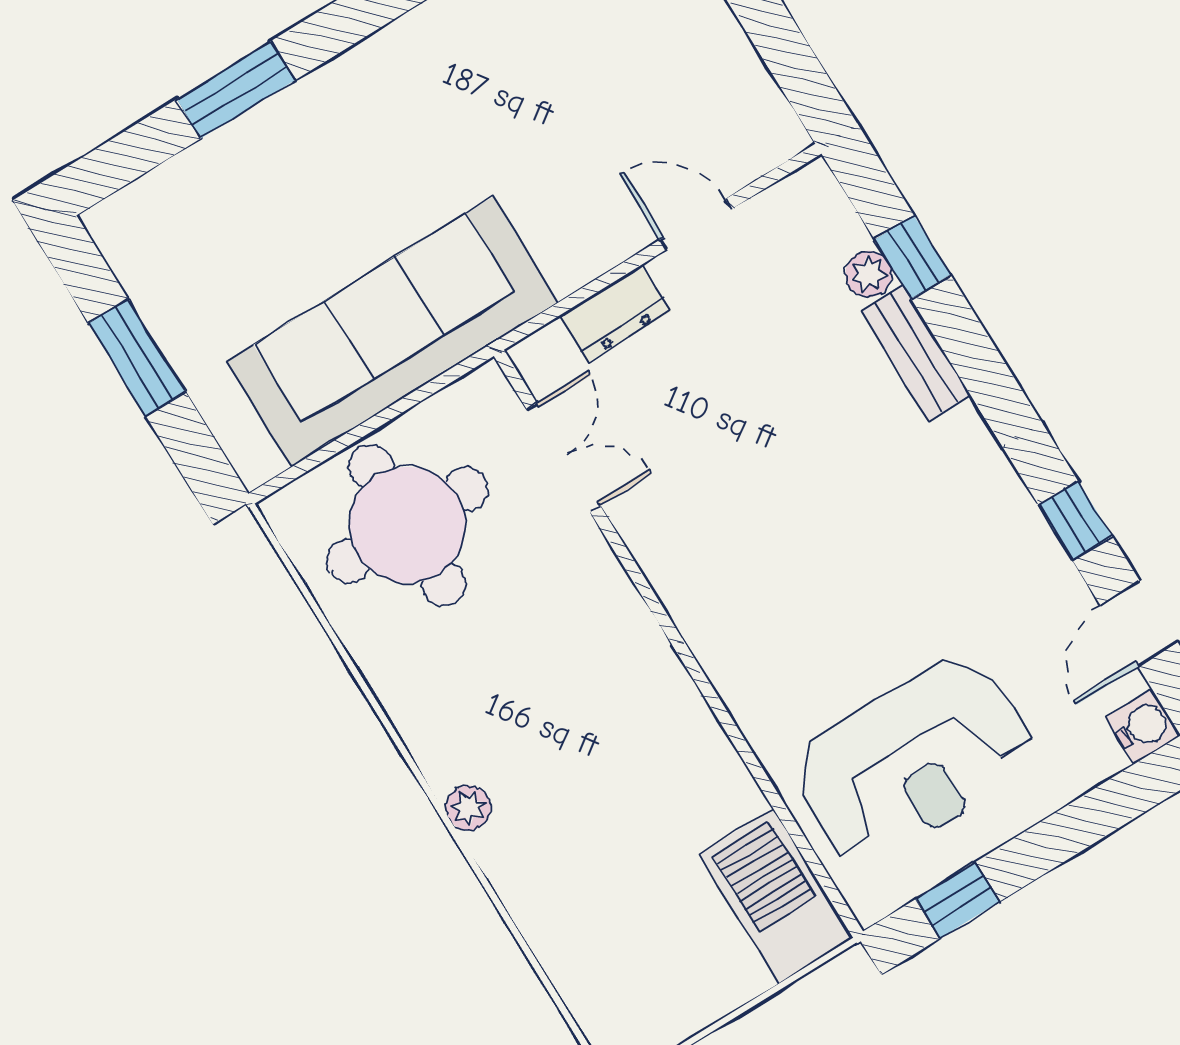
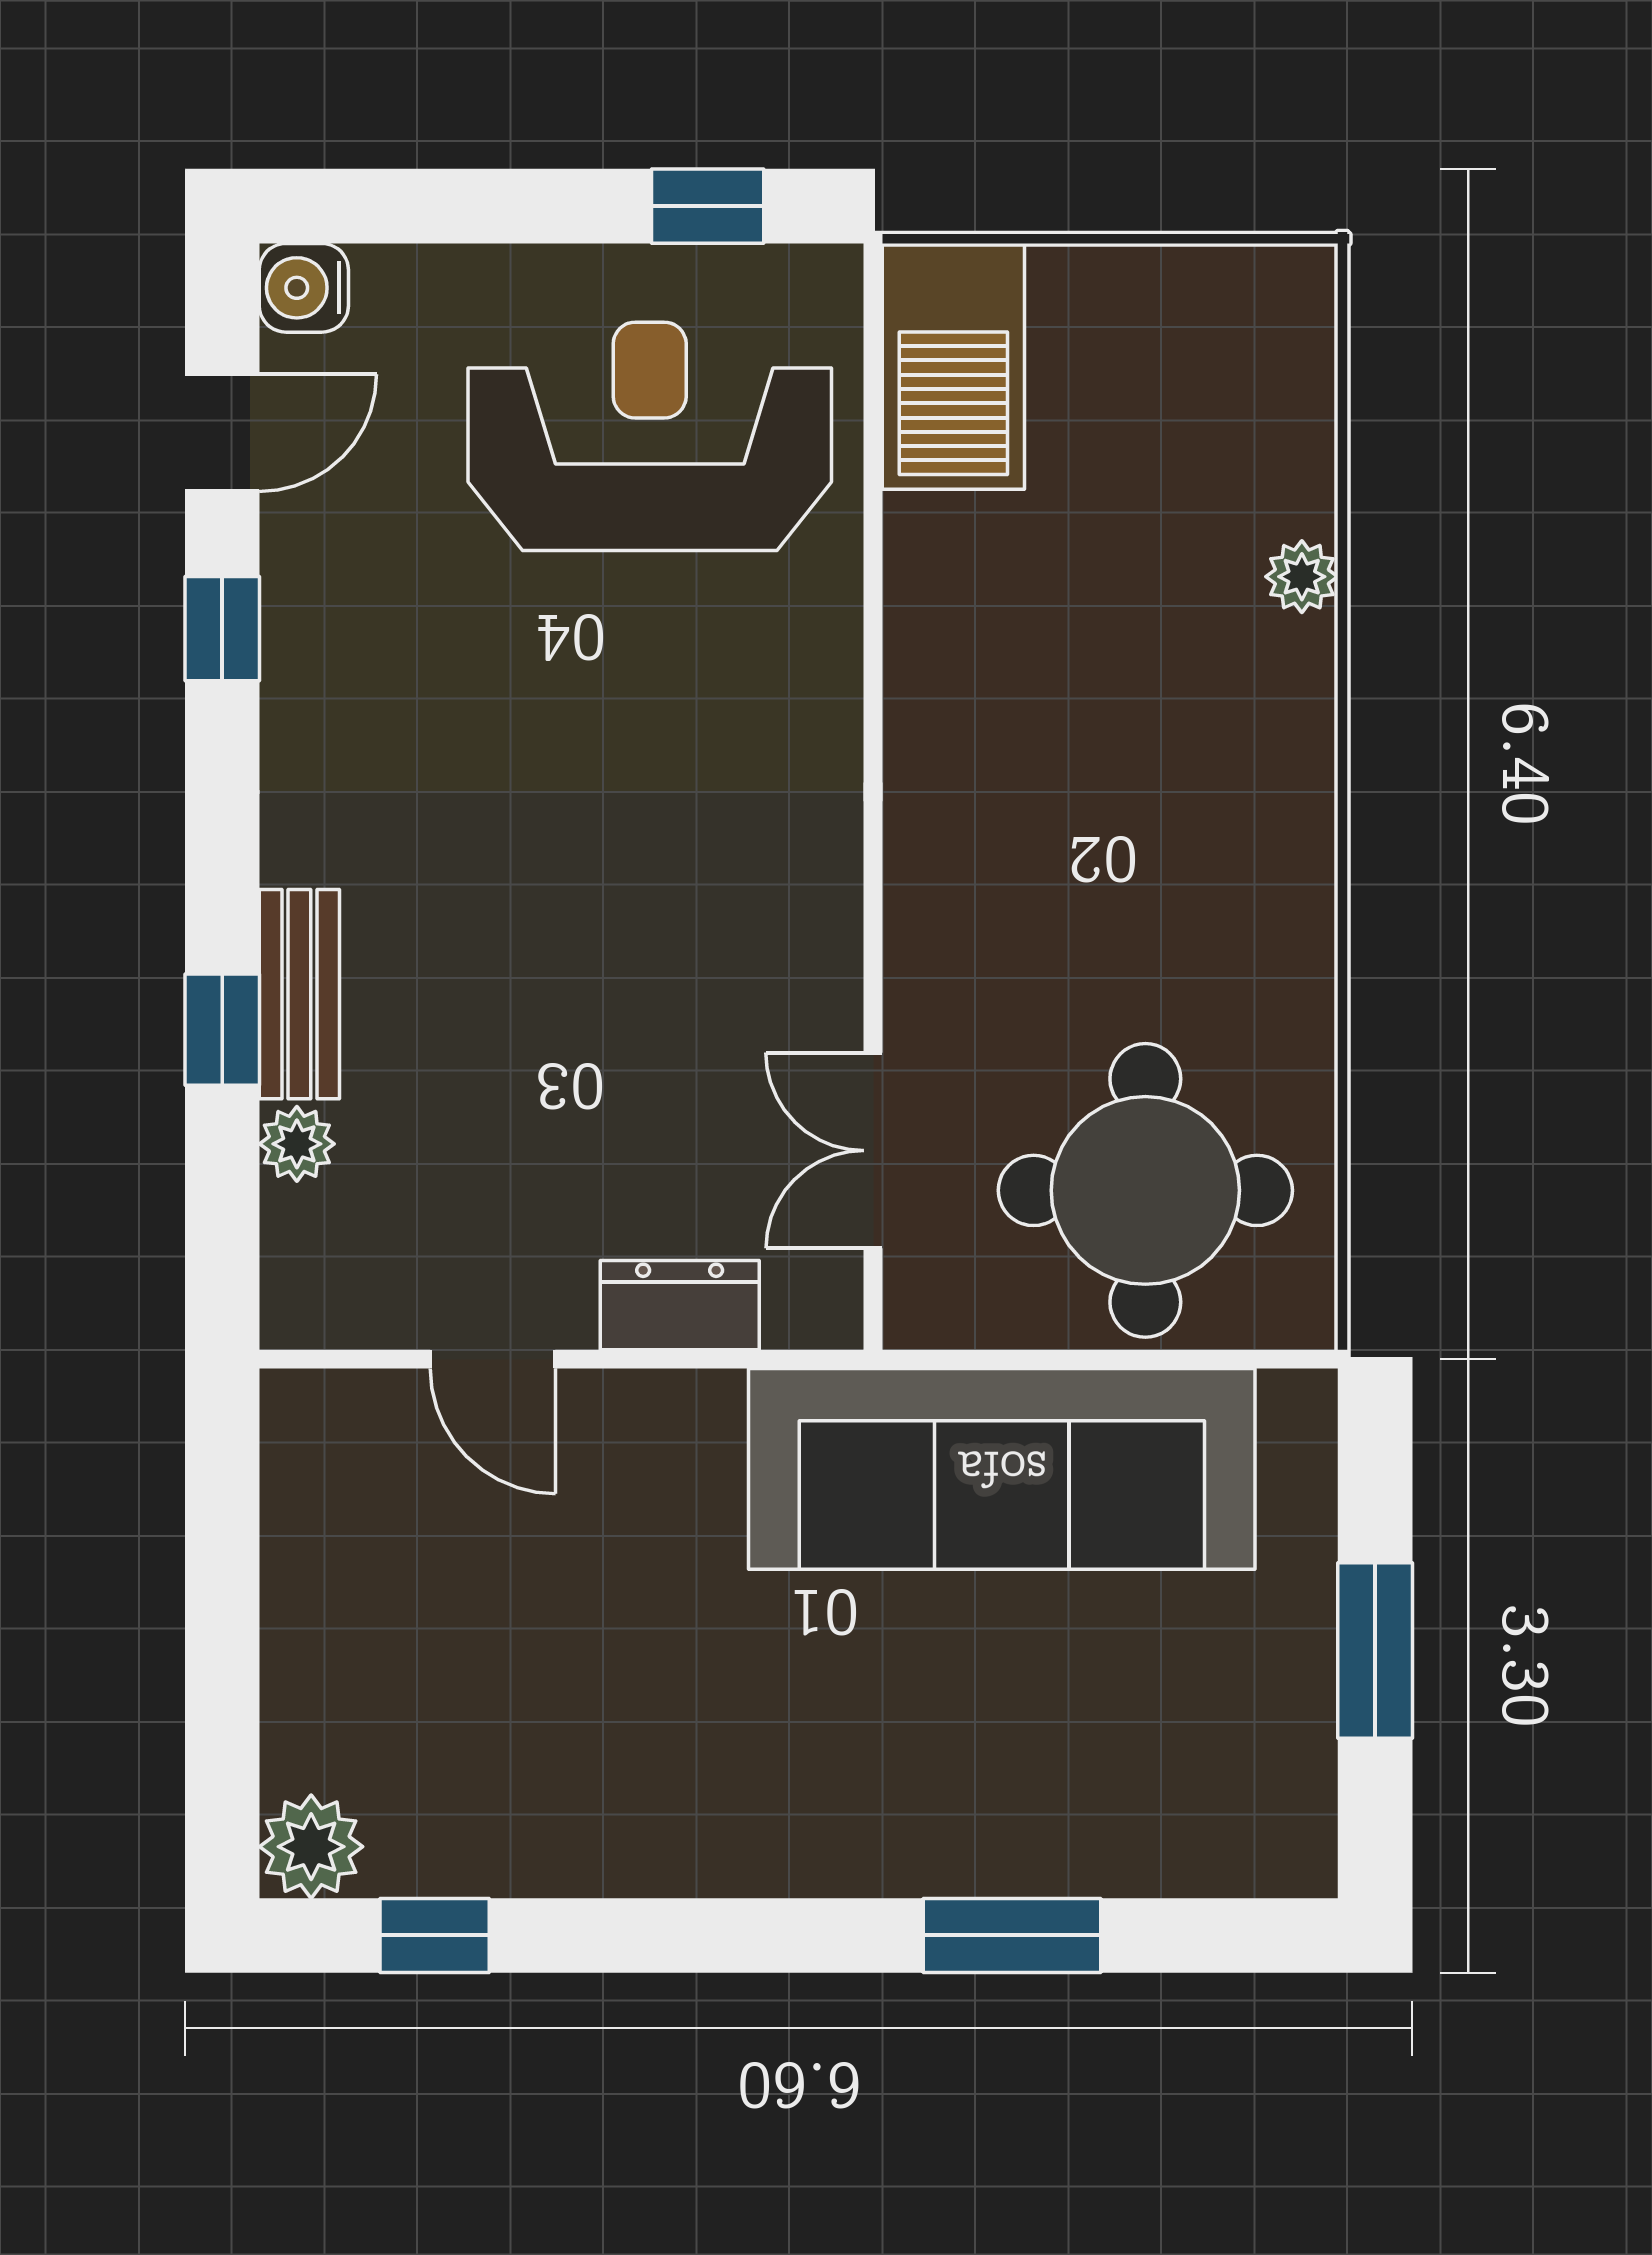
window: (912, 257) -> (222, 1030), moved
plant: (468, 808) -> (1302, 577), moved

